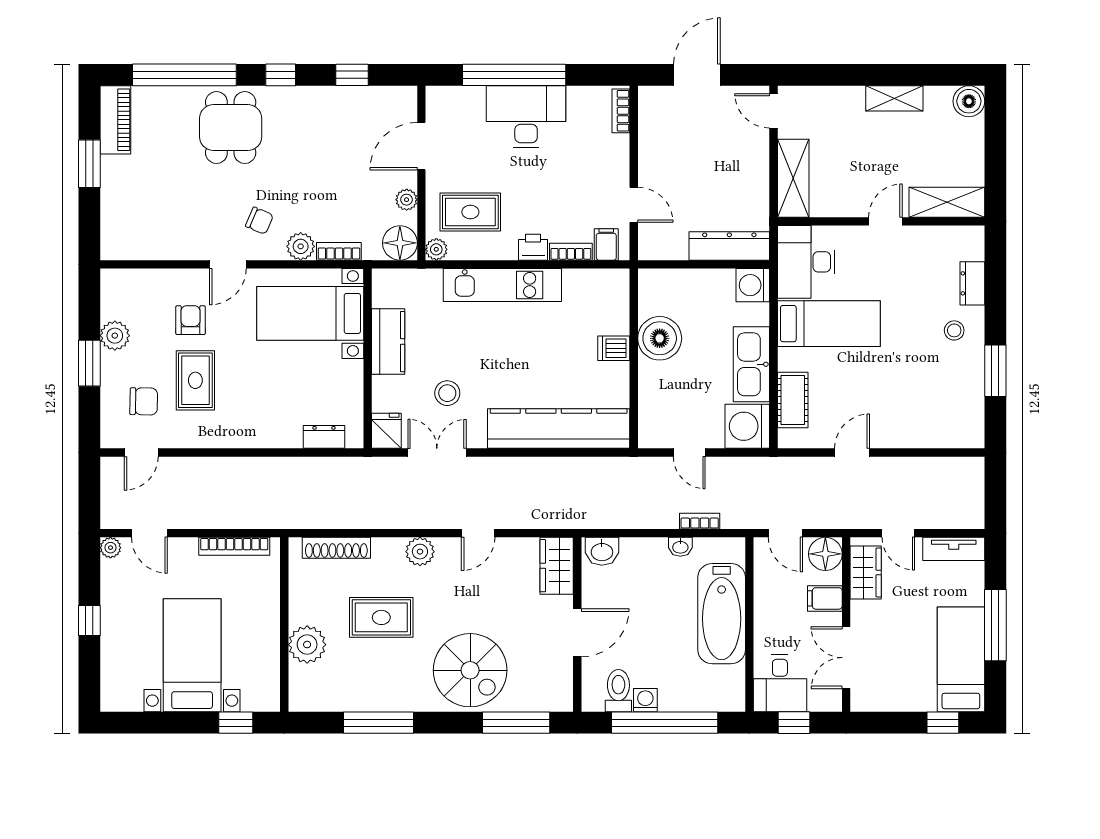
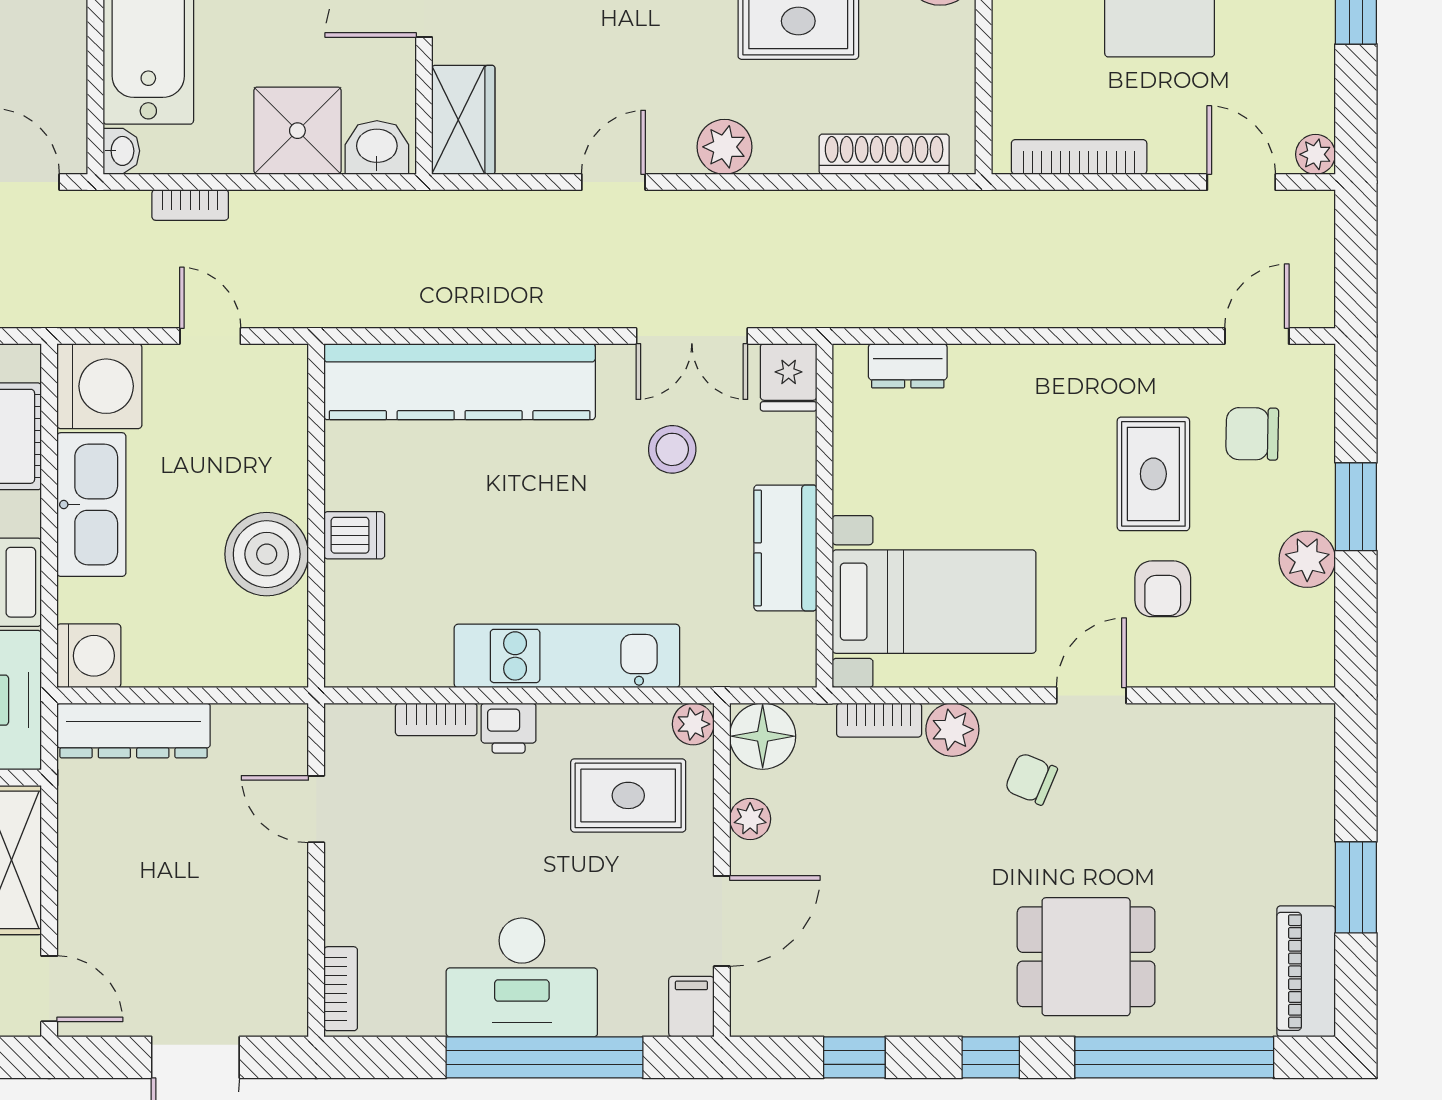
dining table: (231, 128) -> (1086, 957), turned 90
filing cabinet: (606, 244) -> (691, 1007), moved, turned 180
washbasin: (680, 547) -> (121, 151), moved, turned 90
shower: (644, 560) -> (297, 131), added

